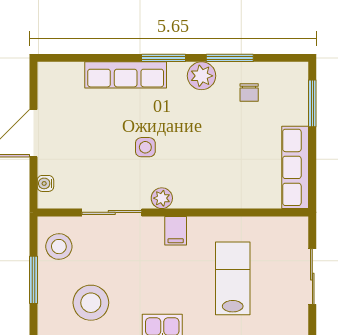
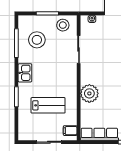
side table: (145, 147) -> (109, 65), removed
plant: (162, 198) -> (89, 93), moved, width x1.88, depth x1.88
filing cabinet: (176, 231) -> (70, 131), moved

